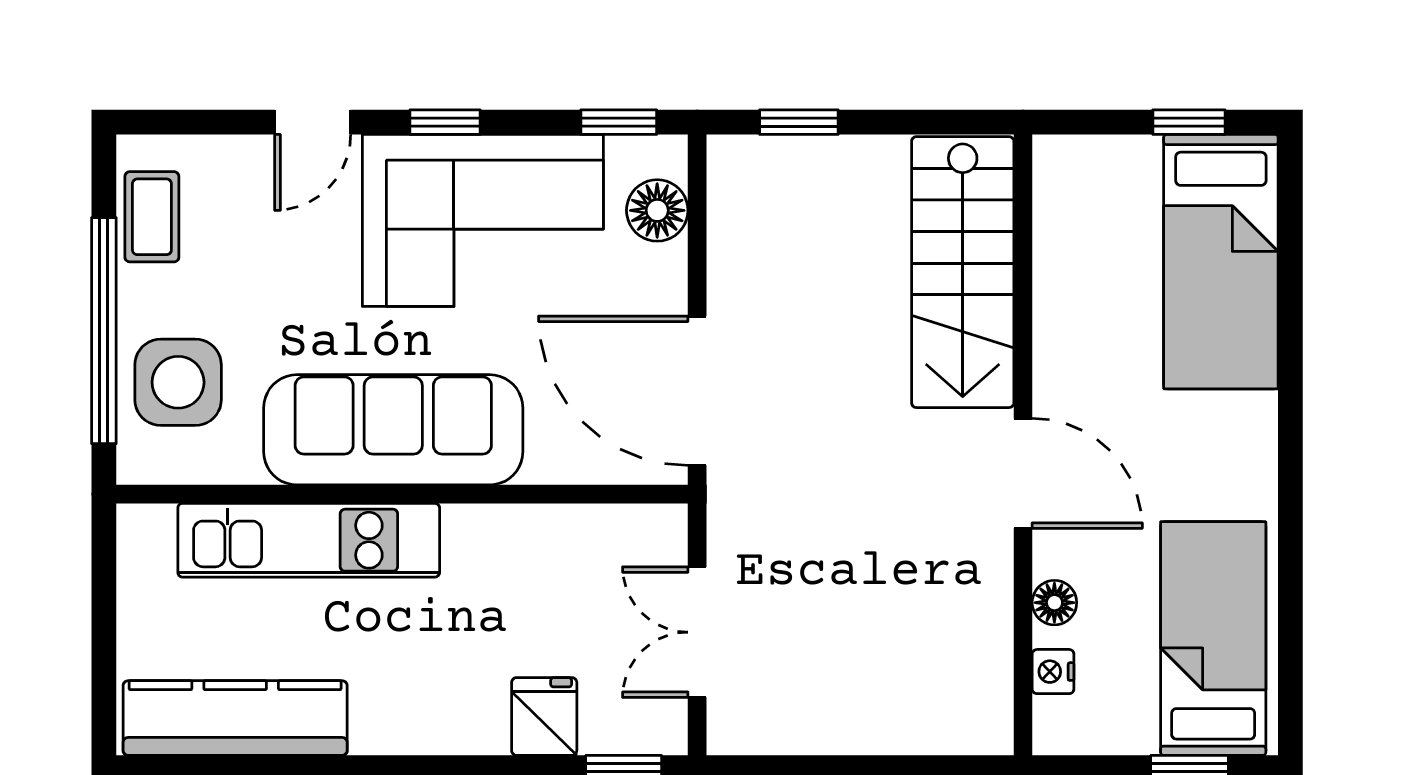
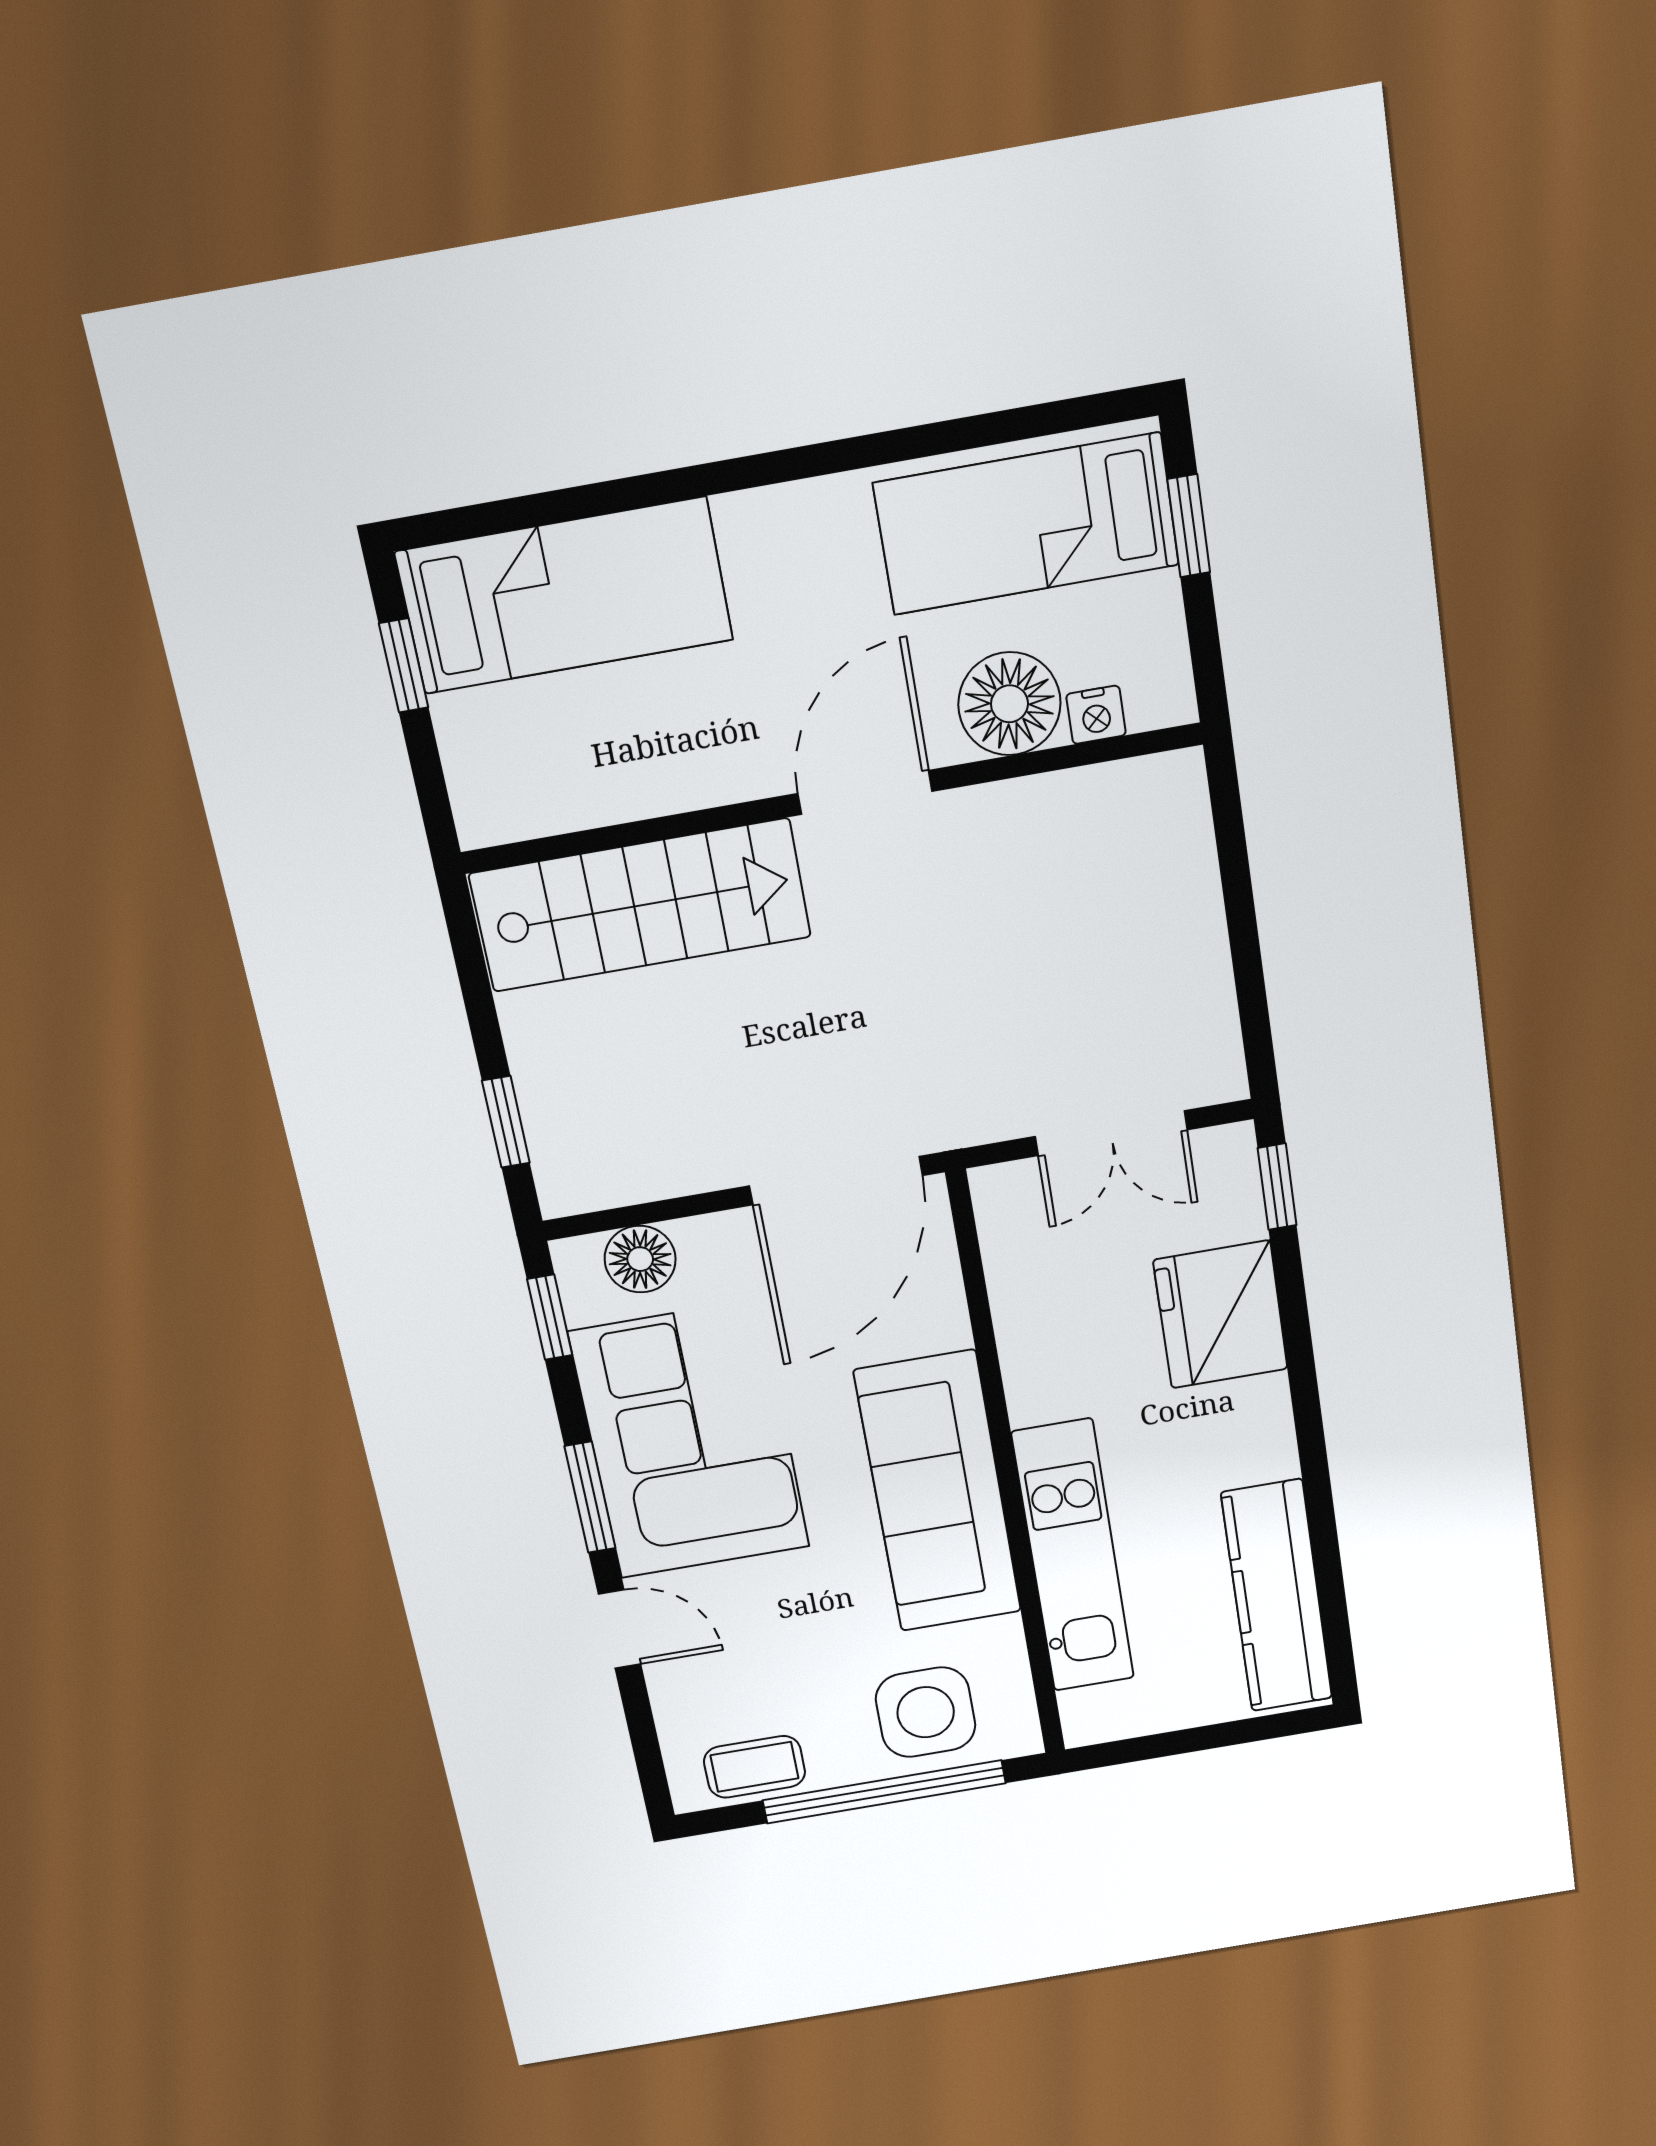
window: (445, 122) -> (590, 1497), width x1.50
floor lamp: (1054, 603) -> (1009, 704), width x1.89, depth x1.89
fridge: (544, 717) -> (1221, 1315), width x1.88, depth x1.34

